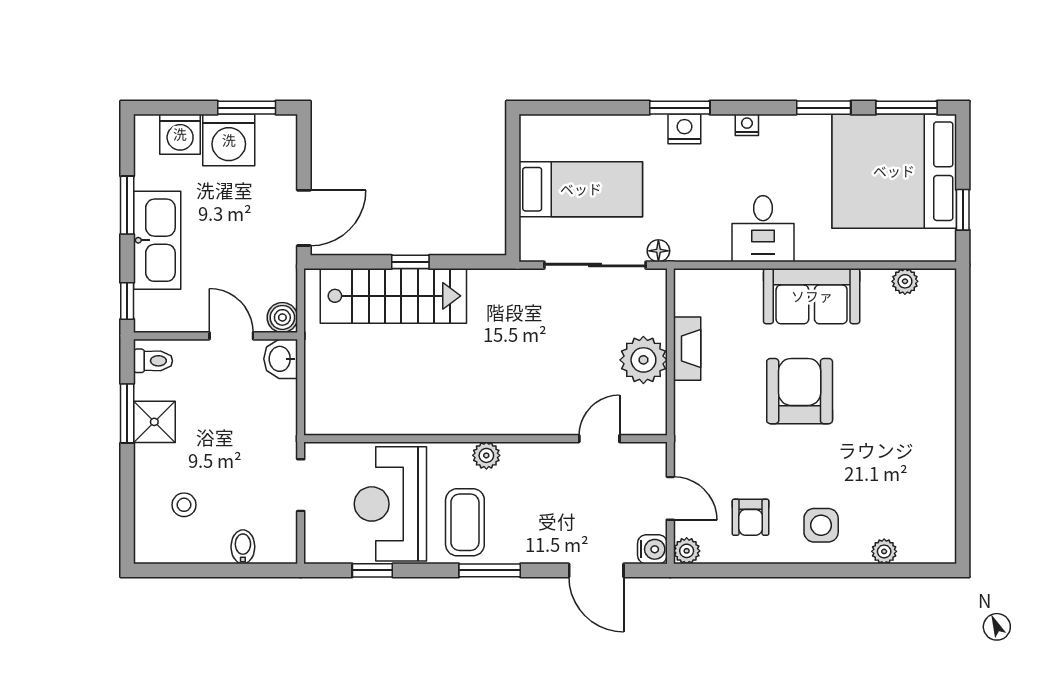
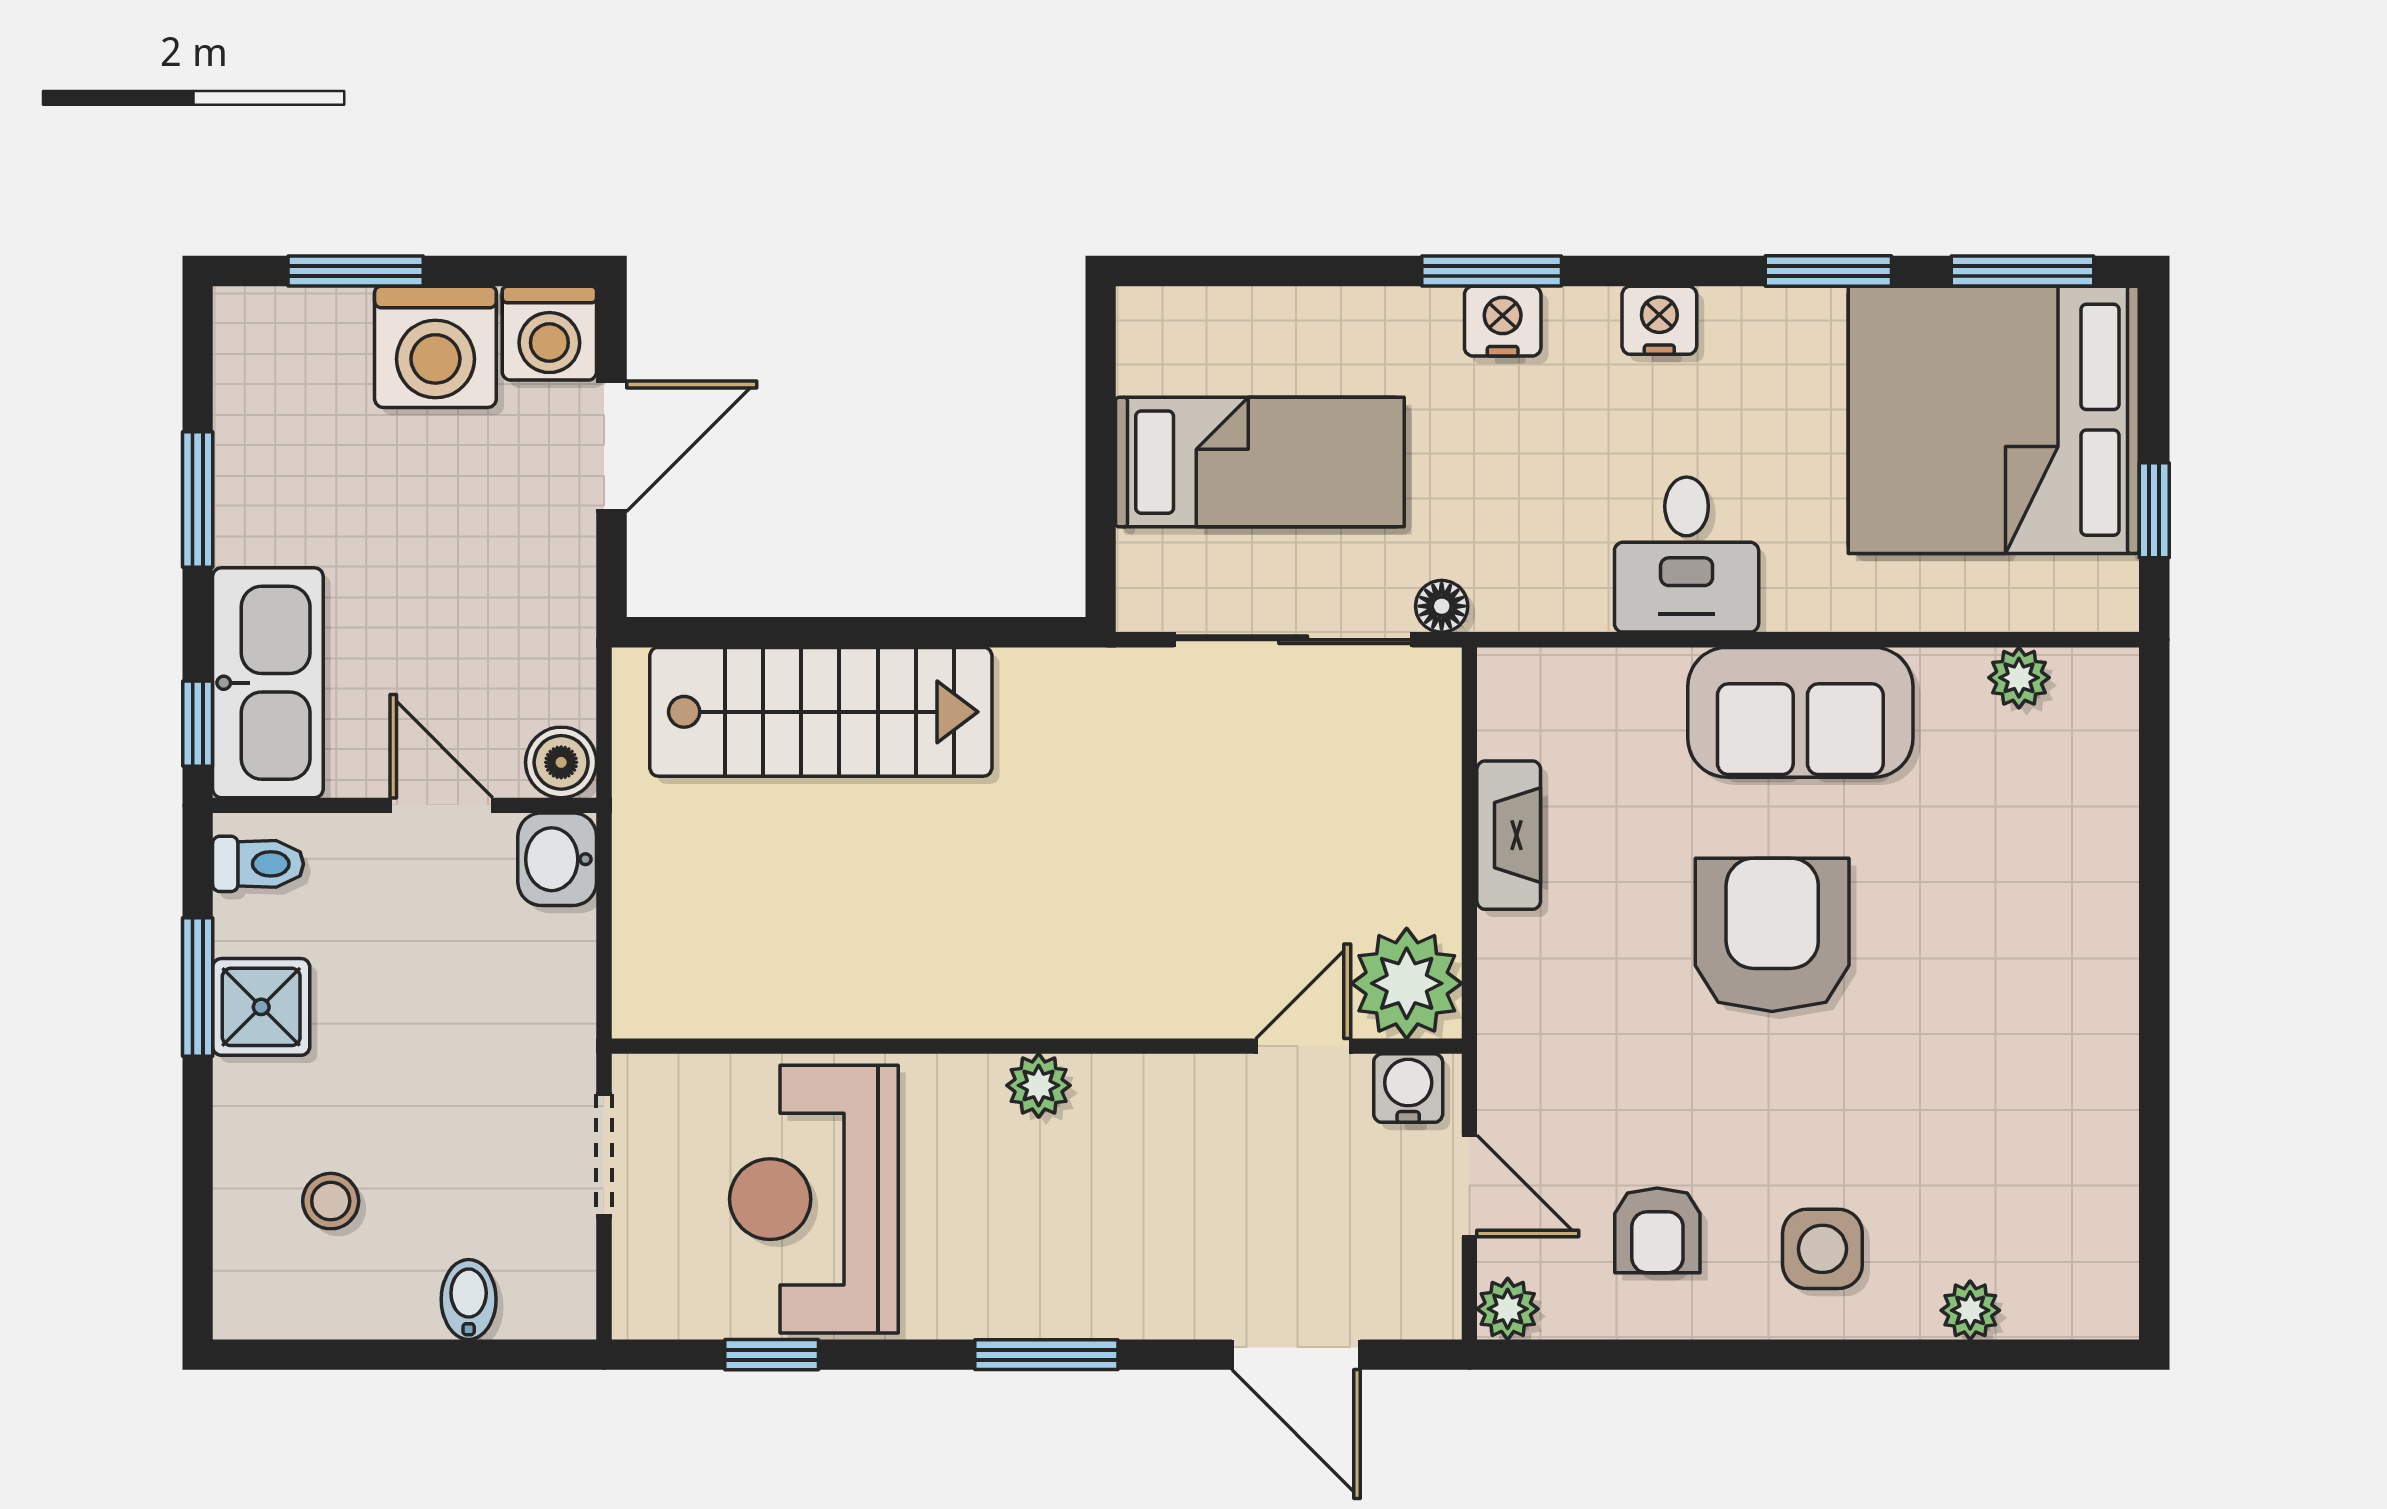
window: (247, 108) -> (356, 271), moved
nightstand: (747, 125) -> (1659, 320), width x1.39, depth x1.35
washing machine: (180, 134) -> (549, 333), moved
door: (304, 218) -> (612, 446), moved
kitchen sink: (157, 240) -> (268, 683), moved
window: (410, 262) -> (861, 632), removed
plant: (643, 360) -> (1407, 983), moved
coffee table: (465, 522) -> (989, 1242), removed
water cooler: (652, 549) -> (1408, 1088), moved, turned -90

